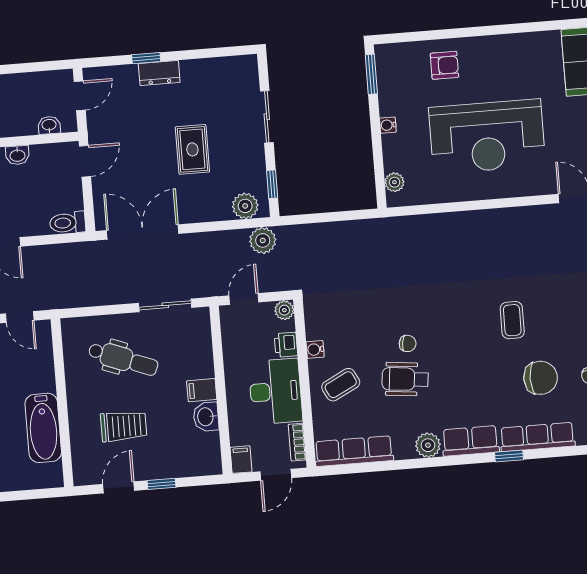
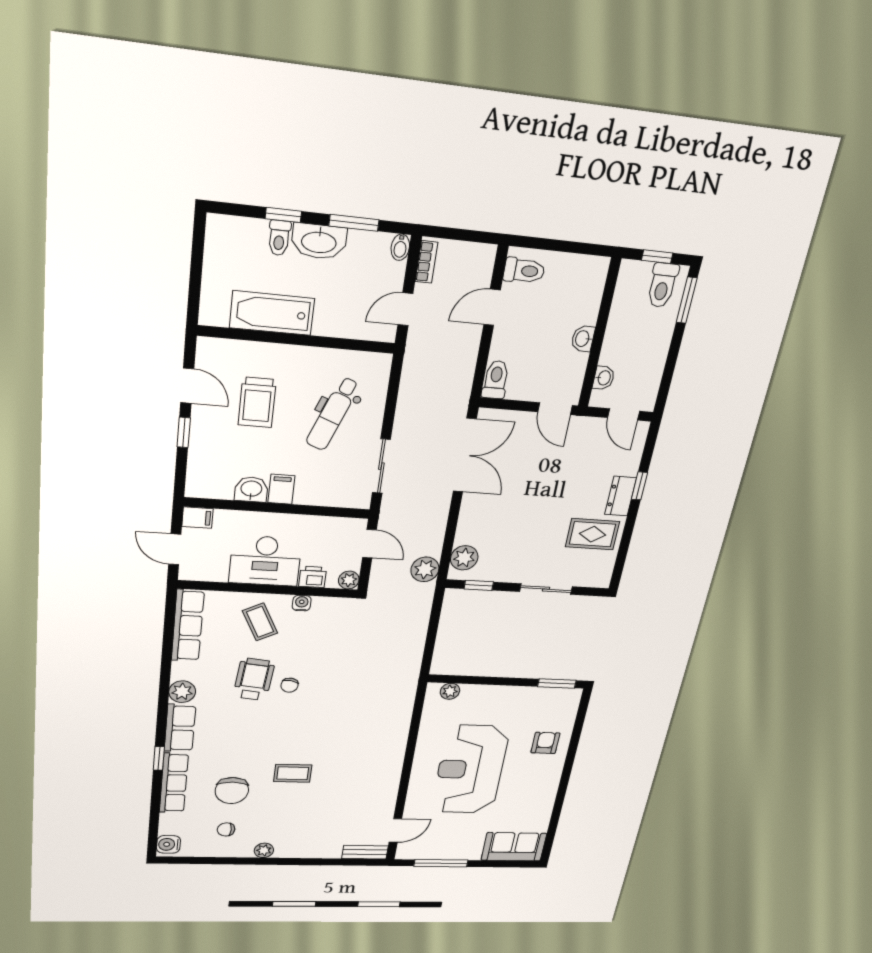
armchair: (444, 65) -> (545, 743), turned 180
water cooler: (388, 125) -> (505, 692), removed
rug: (192, 149) -> (592, 534), moved
bookcase: (297, 442) -> (207, 574), removed

